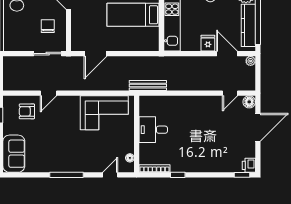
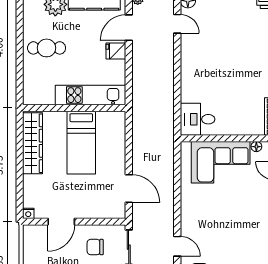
bench: (148, 86) -> (168, 125), removed
corner sofa: (104, 113) -> (221, 162), moved, turned 90
desk: (153, 130) -> (198, 119), moved, turned 90

